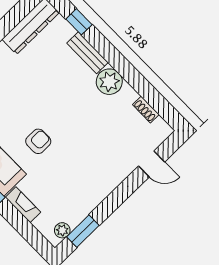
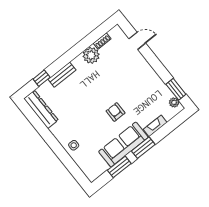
plant: (109, 82) -> (91, 55), moved
door: (152, 164) -> (137, 41), hinge flipped

